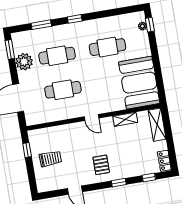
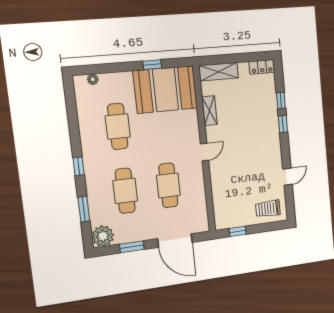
window: (150, 25) -> (152, 65), moved
window: (10, 49) -> (132, 247), moved
plant: (24, 62) -> (103, 236), moved
trolley: (50, 159) -> (268, 209), moved, turned -88
pallet: (101, 165) -> (261, 144), removed
window: (149, 178) -> (281, 101), moved

